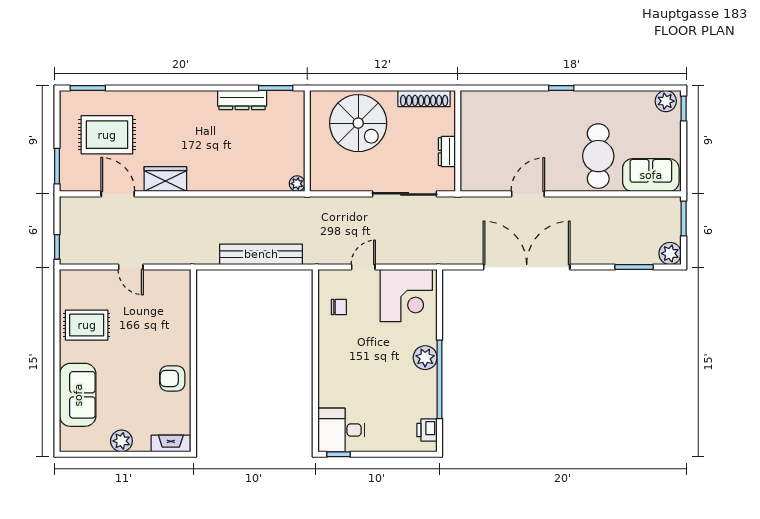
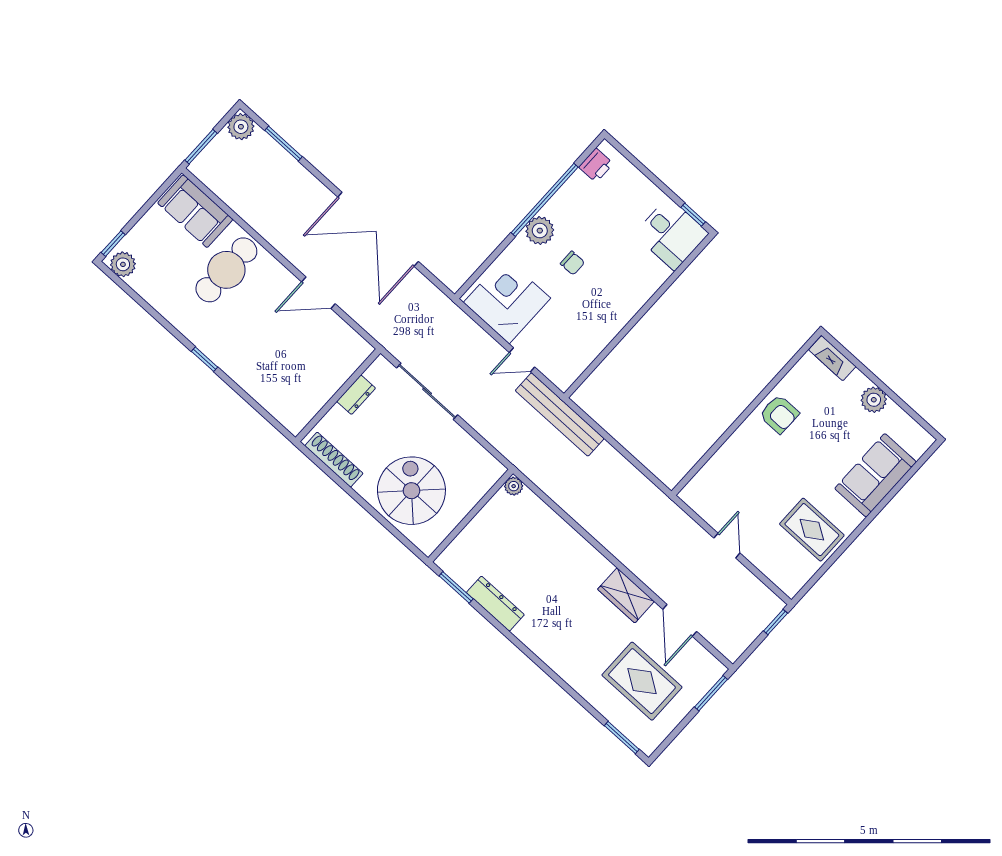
bench: (261, 254) -> (560, 414), moved
chair: (339, 307) -> (572, 263), moved, turned 180

